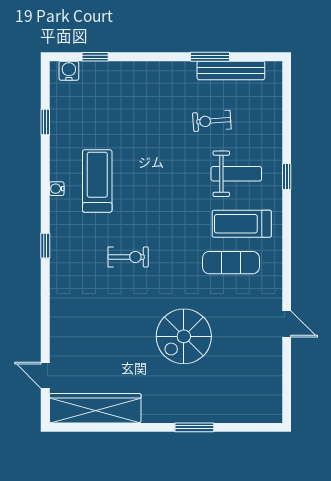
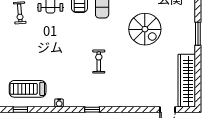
treadmill: (97, 181) -> (28, 89), moved
window: (194, 427) -> (198, 34), moved

